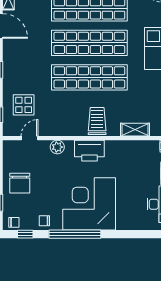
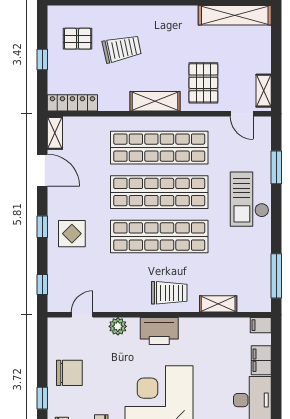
display table: (24, 105) -> (72, 234), moved
trolley: (97, 121) -> (169, 293), turned 90
chair: (20, 183) -> (69, 373), turned -90

